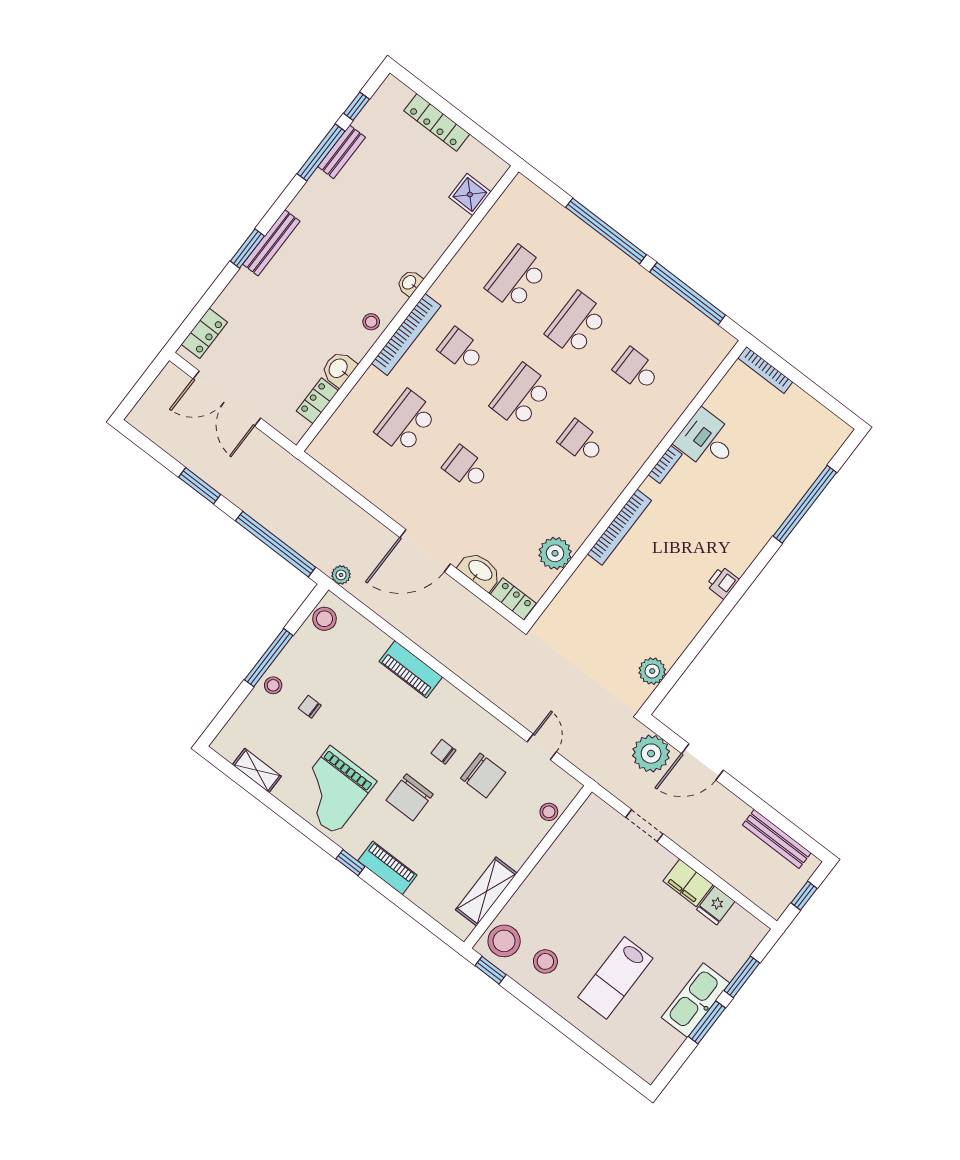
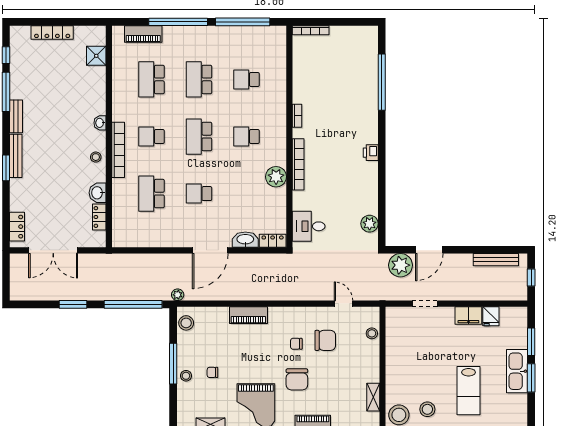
bench: (342, 152) -> (16, 116), moved
piano: (550, 212) -> (143, 34), added
desk: (707, 440) -> (309, 226), moved
plant: (555, 553) -> (276, 177), moved
shelving: (486, 892) -> (373, 397), width x0.67, depth x0.75

